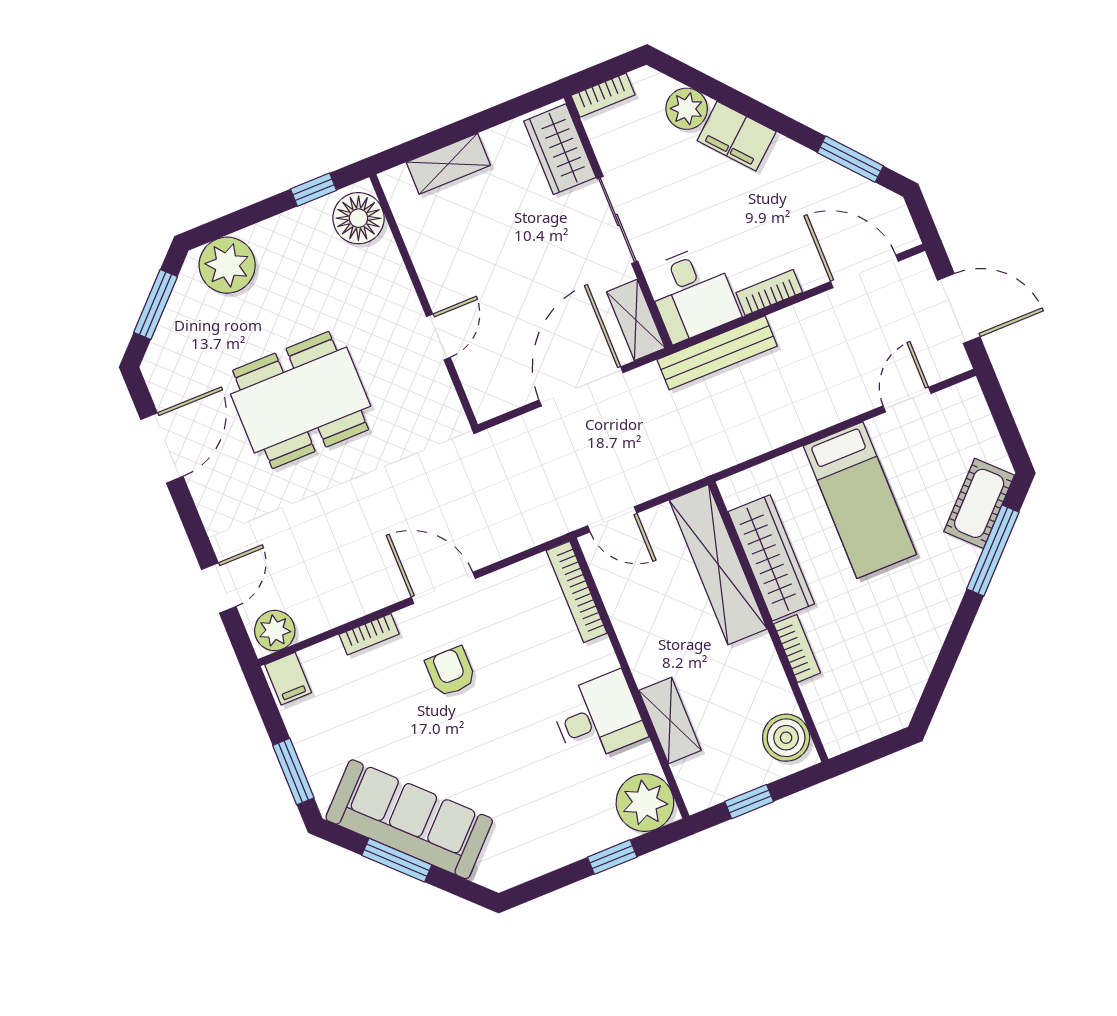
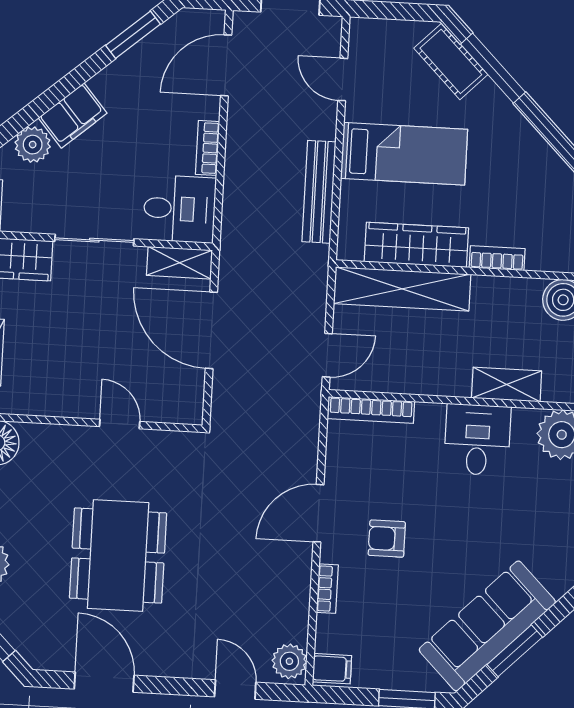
bench: (717, 353) -> (319, 192), moved

